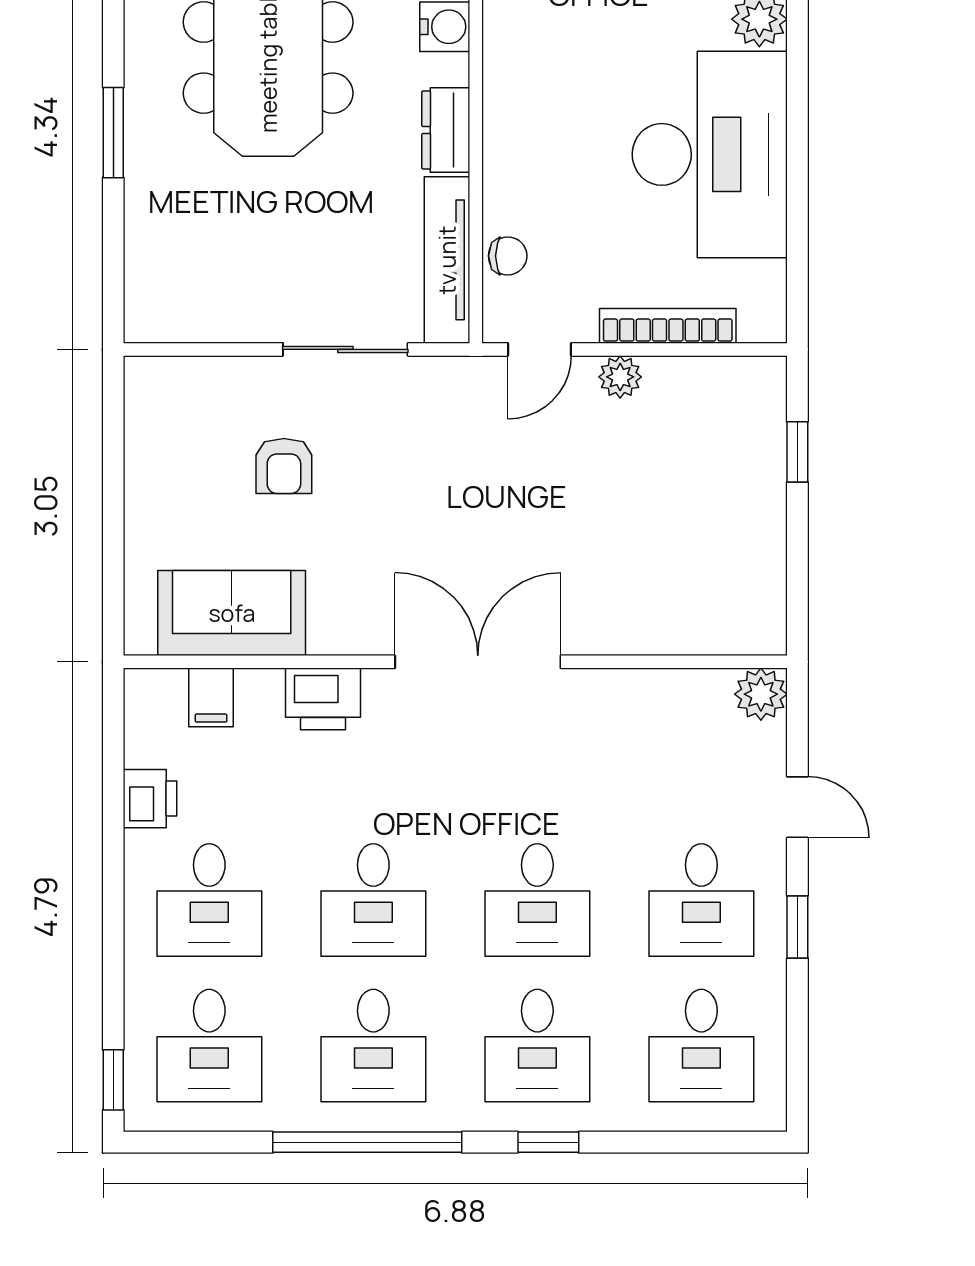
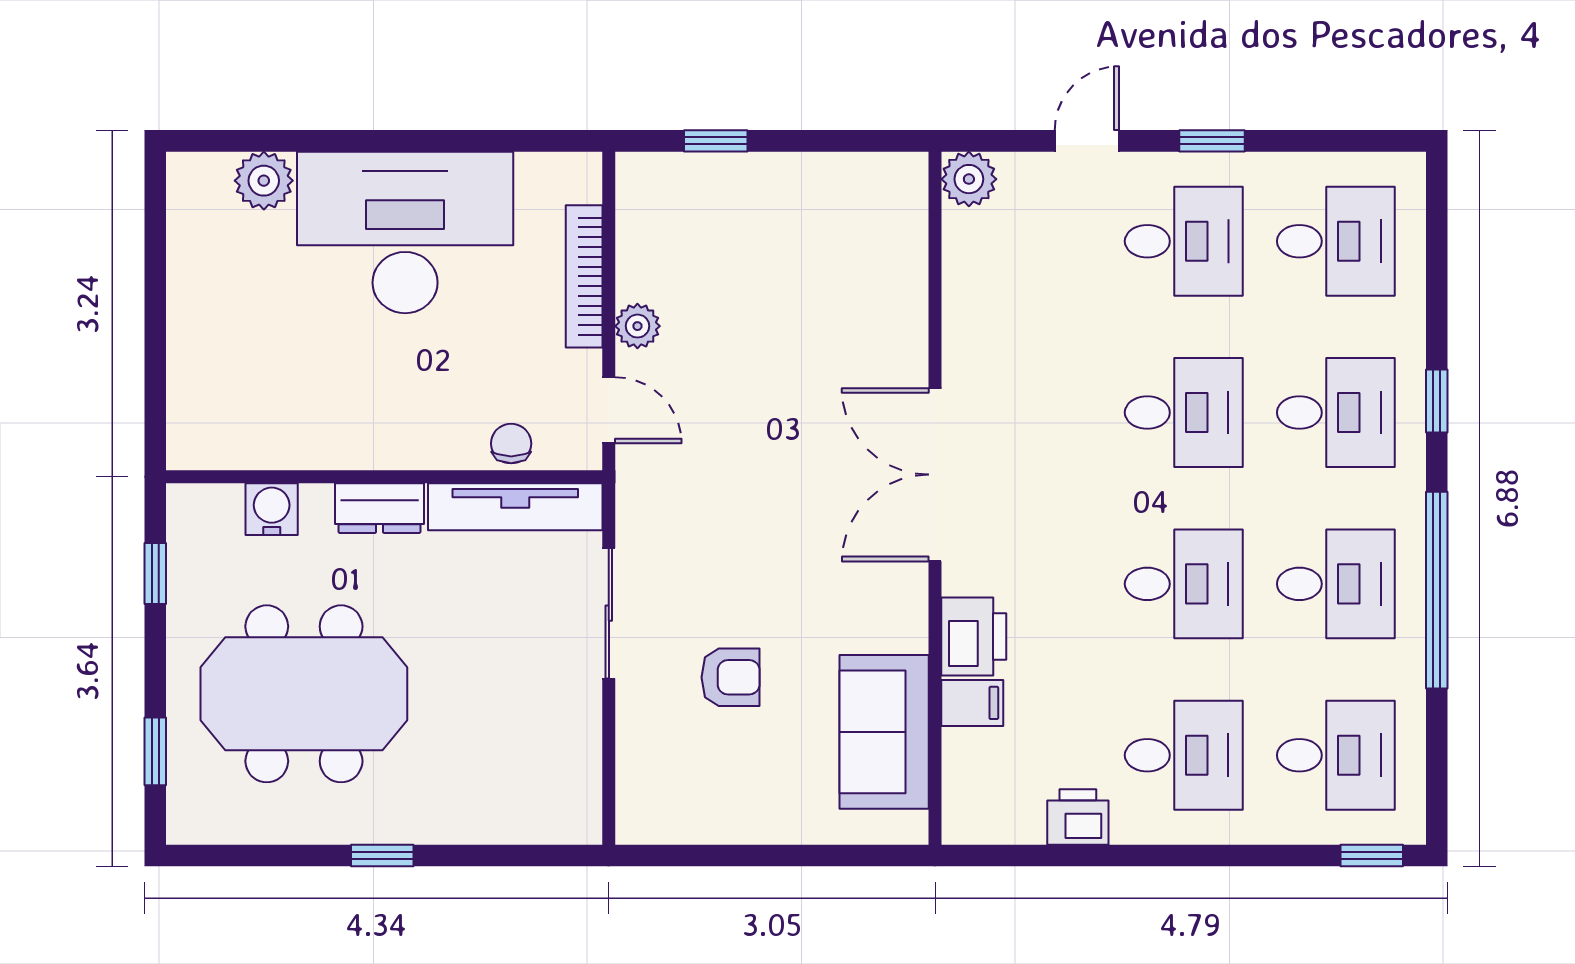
window: (113, 133) -> (382, 855), width x0.67
filing cabinet: (211, 697) -> (972, 703), moved

